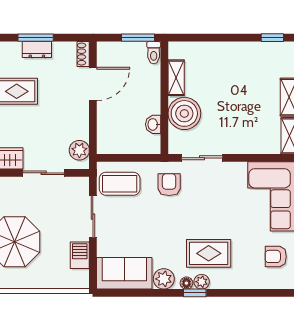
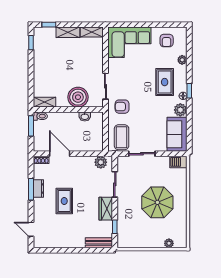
shelving: (176, 78) -> (44, 102), moved
barbecue: (80, 255) -> (178, 162), moved
plant: (202, 282) -> (182, 60), moved

